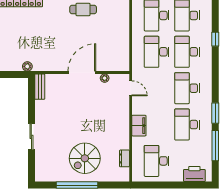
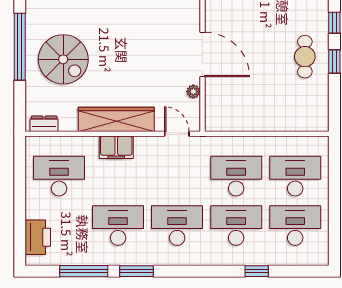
door: (131, 88) -> (177, 134), swing flipped
wardrobe: (122, 126) -> (116, 119), added
spiral stairs: (85, 158) -> (63, 59), turned 180
dresser: (124, 158) -> (44, 124), moved

